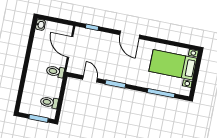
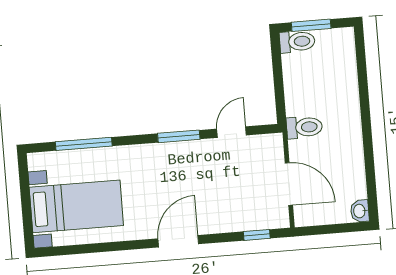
door: (130, 35) -> (178, 241), hinge flipped
door: (90, 79) -> (232, 132), swing flipped
toilet: (49, 102) -> (297, 42), moved

